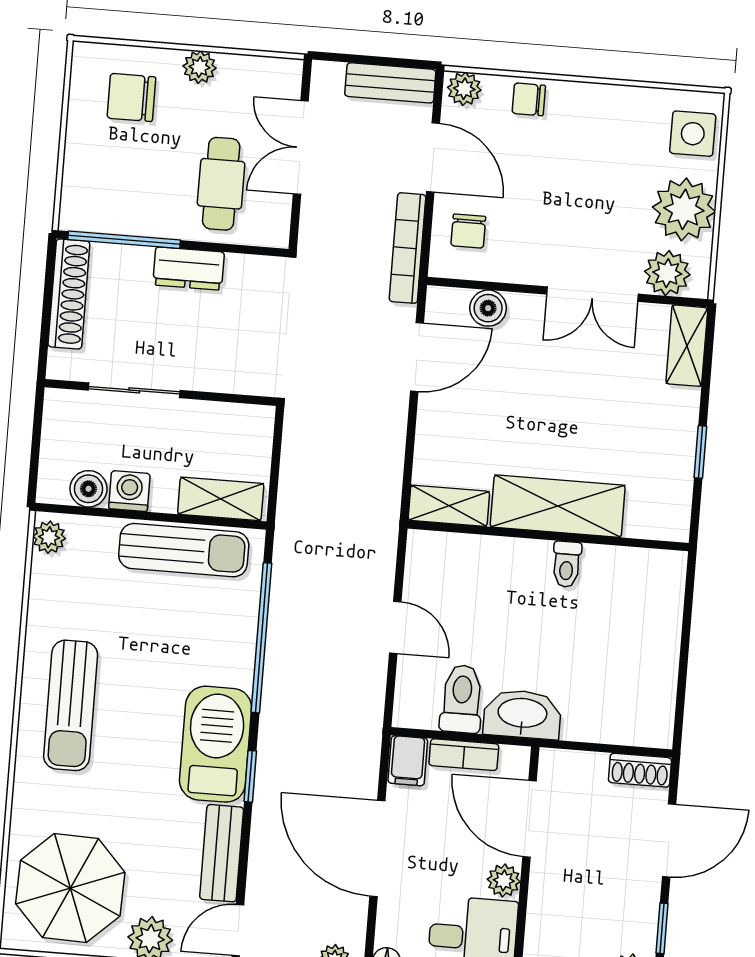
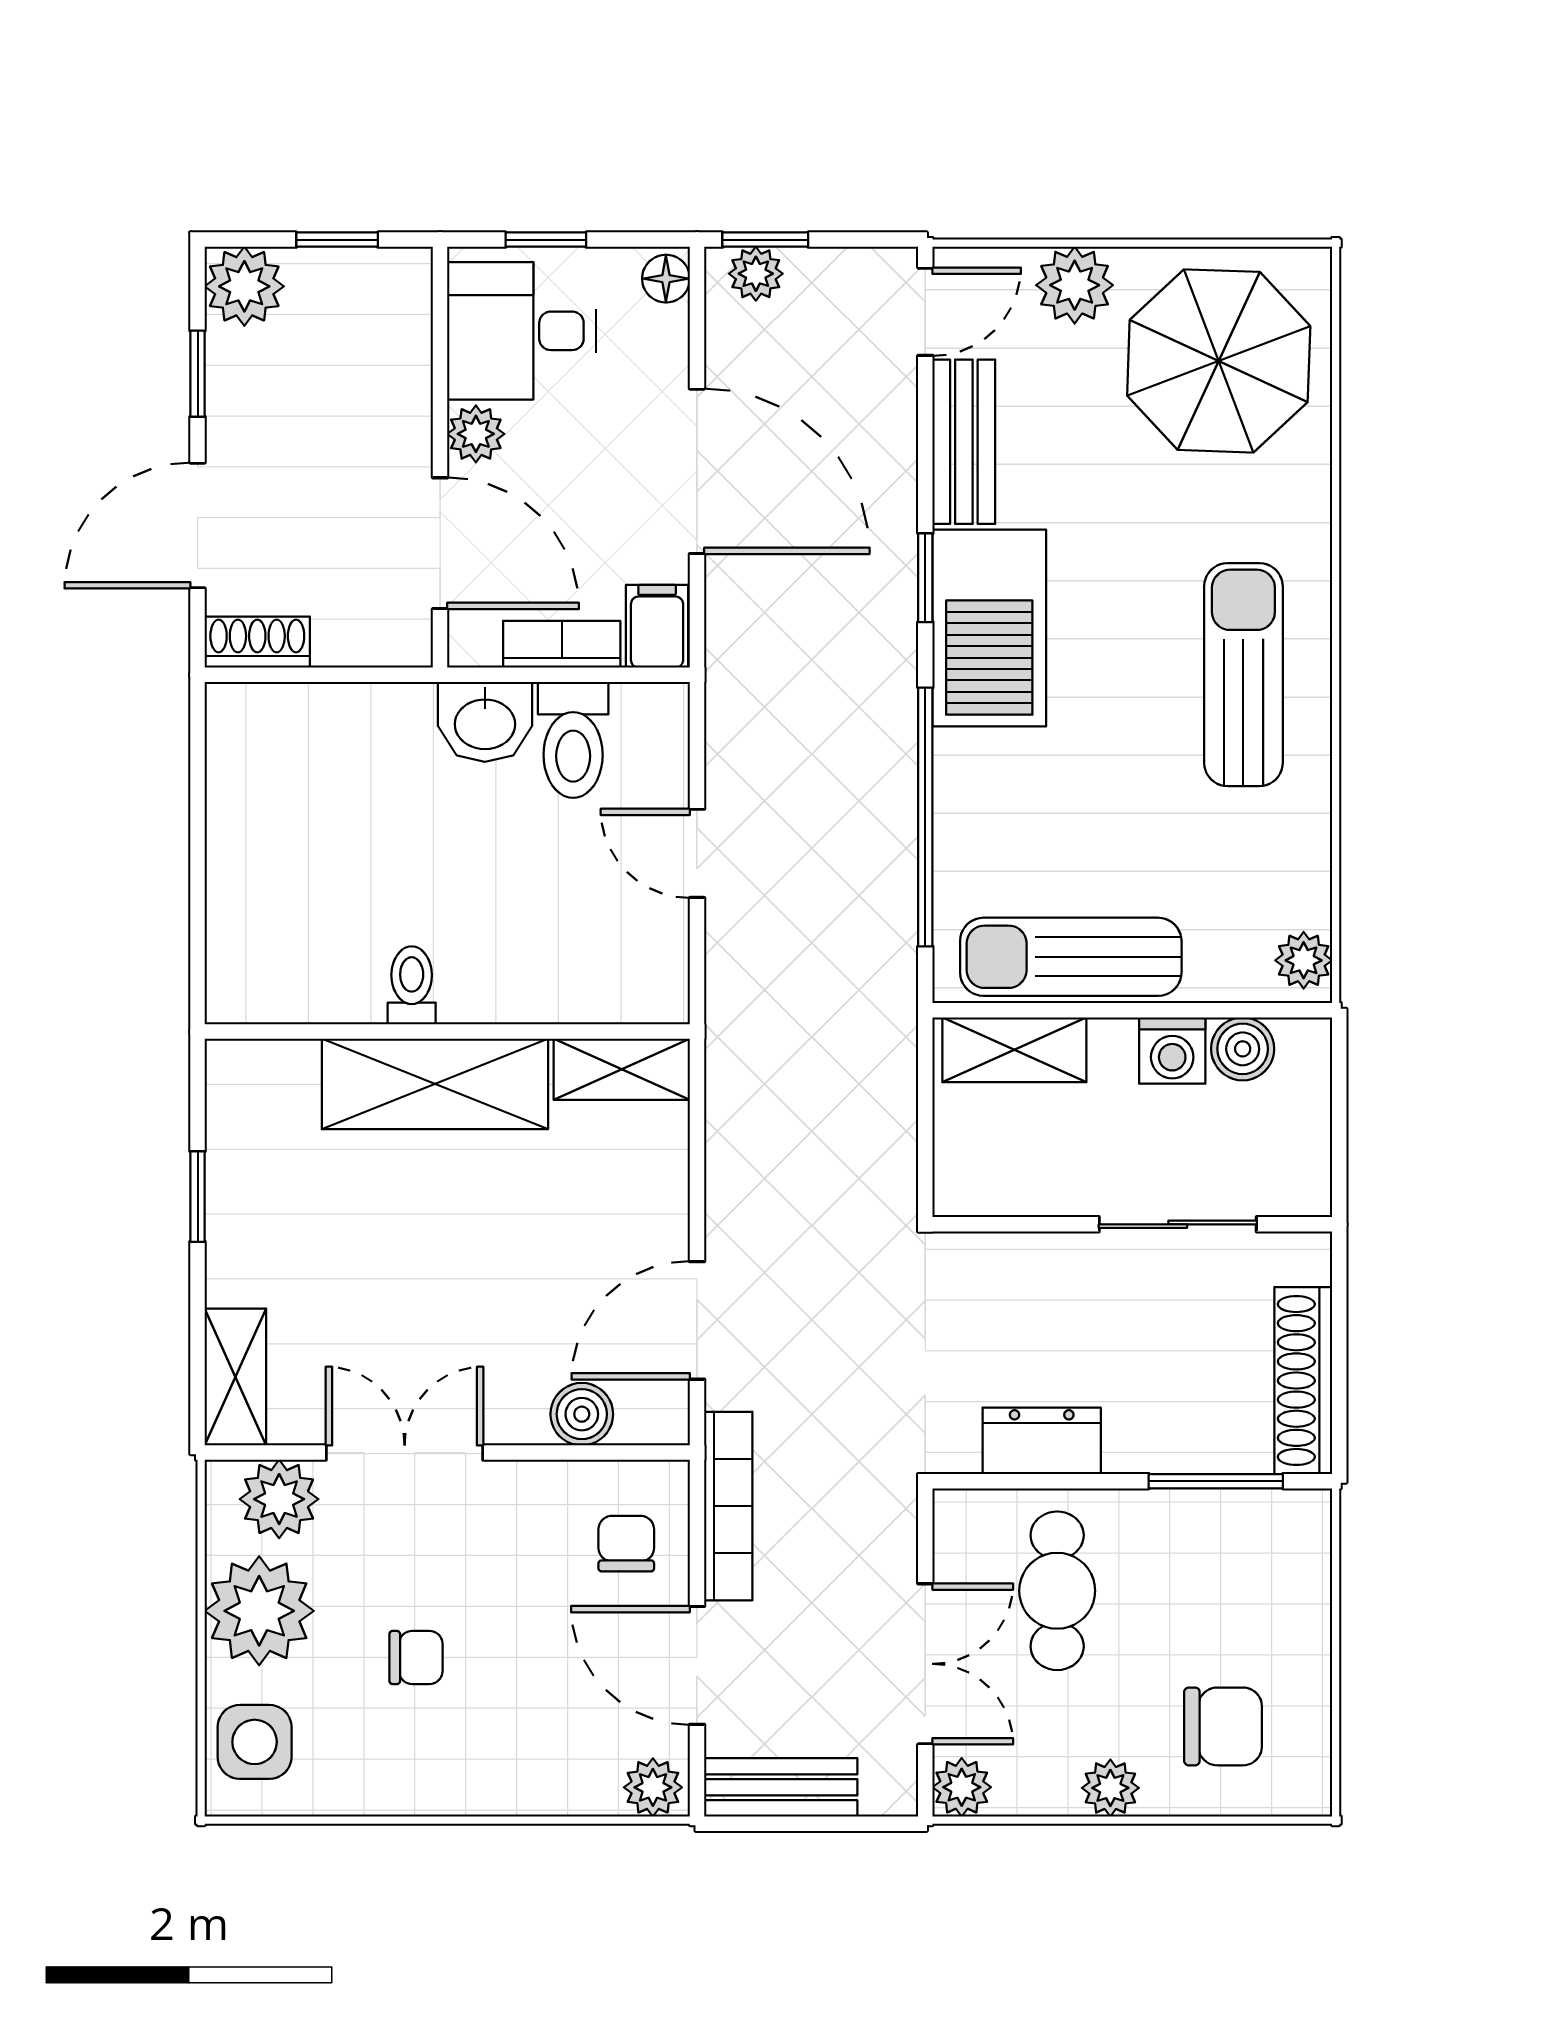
plant: (285, 74) -> (962, 1787), added
chair: (529, 99) -> (416, 1657), moved
window: (124, 240) -> (1216, 1481), width x0.69
dresser: (189, 269) -> (1042, 1441), moved
washbasin: (522, 714) -> (485, 722), width x0.72

